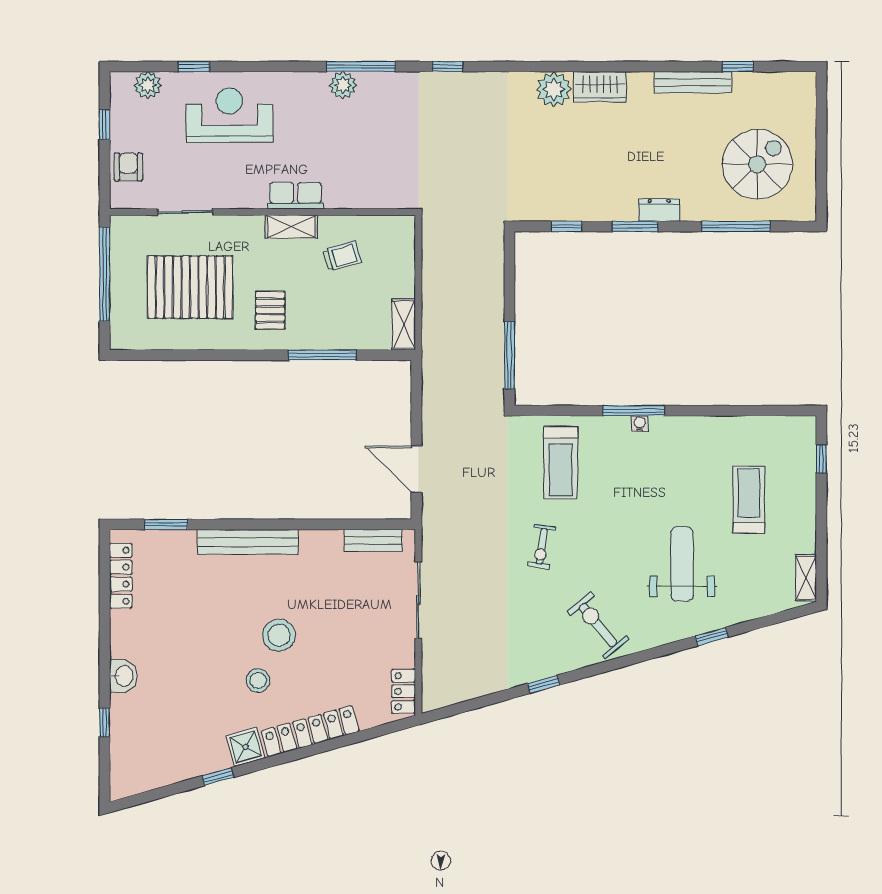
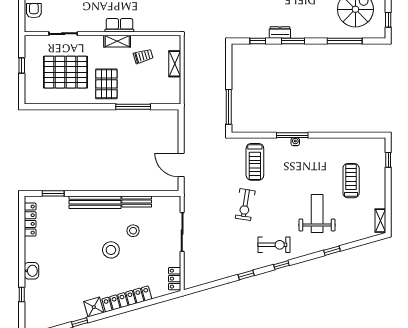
window: (821, 185) -> (388, 20), added
dresser: (659, 210) -> (280, 33), moved
window: (105, 274) -> (22, 65), width x0.32
pallet: (270, 310) -> (106, 84), width x1.50, depth x1.42
shelving: (404, 324) -> (175, 64), moved
bench: (373, 540) -> (137, 202), moved
exercise bike: (542, 546) -> (245, 205), width x1.38, depth x1.39
exercise bike: (598, 625) -> (274, 245), turned 129
window: (613, 665) -> (281, 265), added
stool: (258, 680) -> (133, 231), moved

